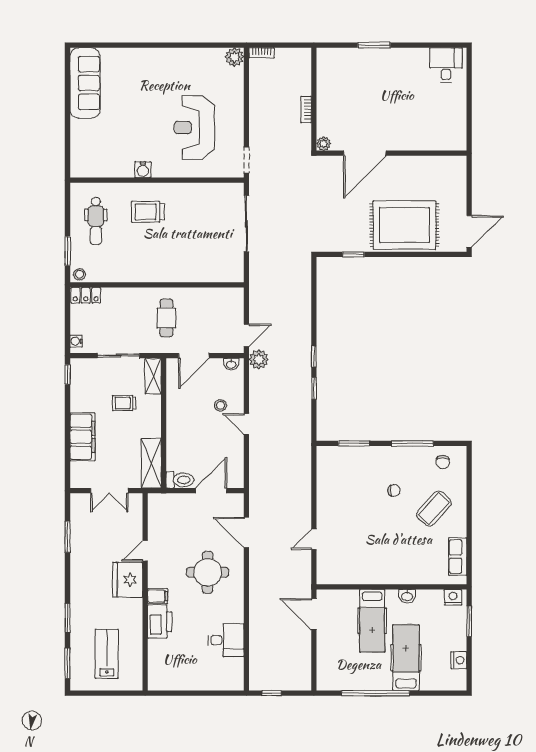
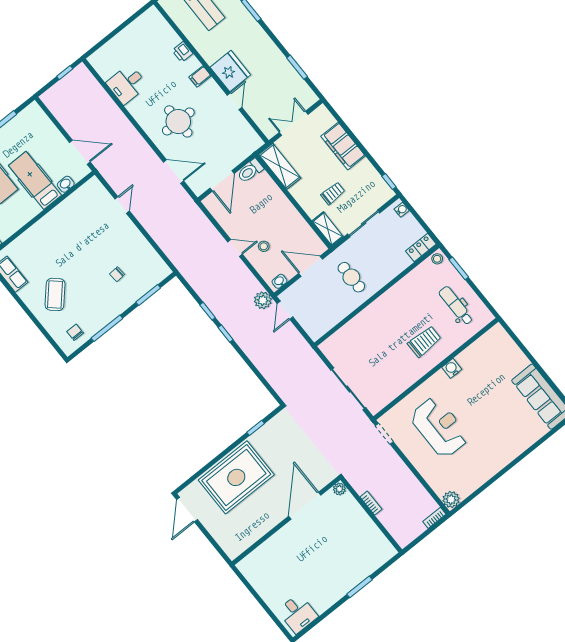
door: (194, 356) -> (311, 266), hinge flipped
chair: (394, 490) -> (117, 274), moved
washbasin: (407, 596) -> (66, 184), moved
printer: (160, 622) -> (183, 52), width x0.53, depth x0.68

